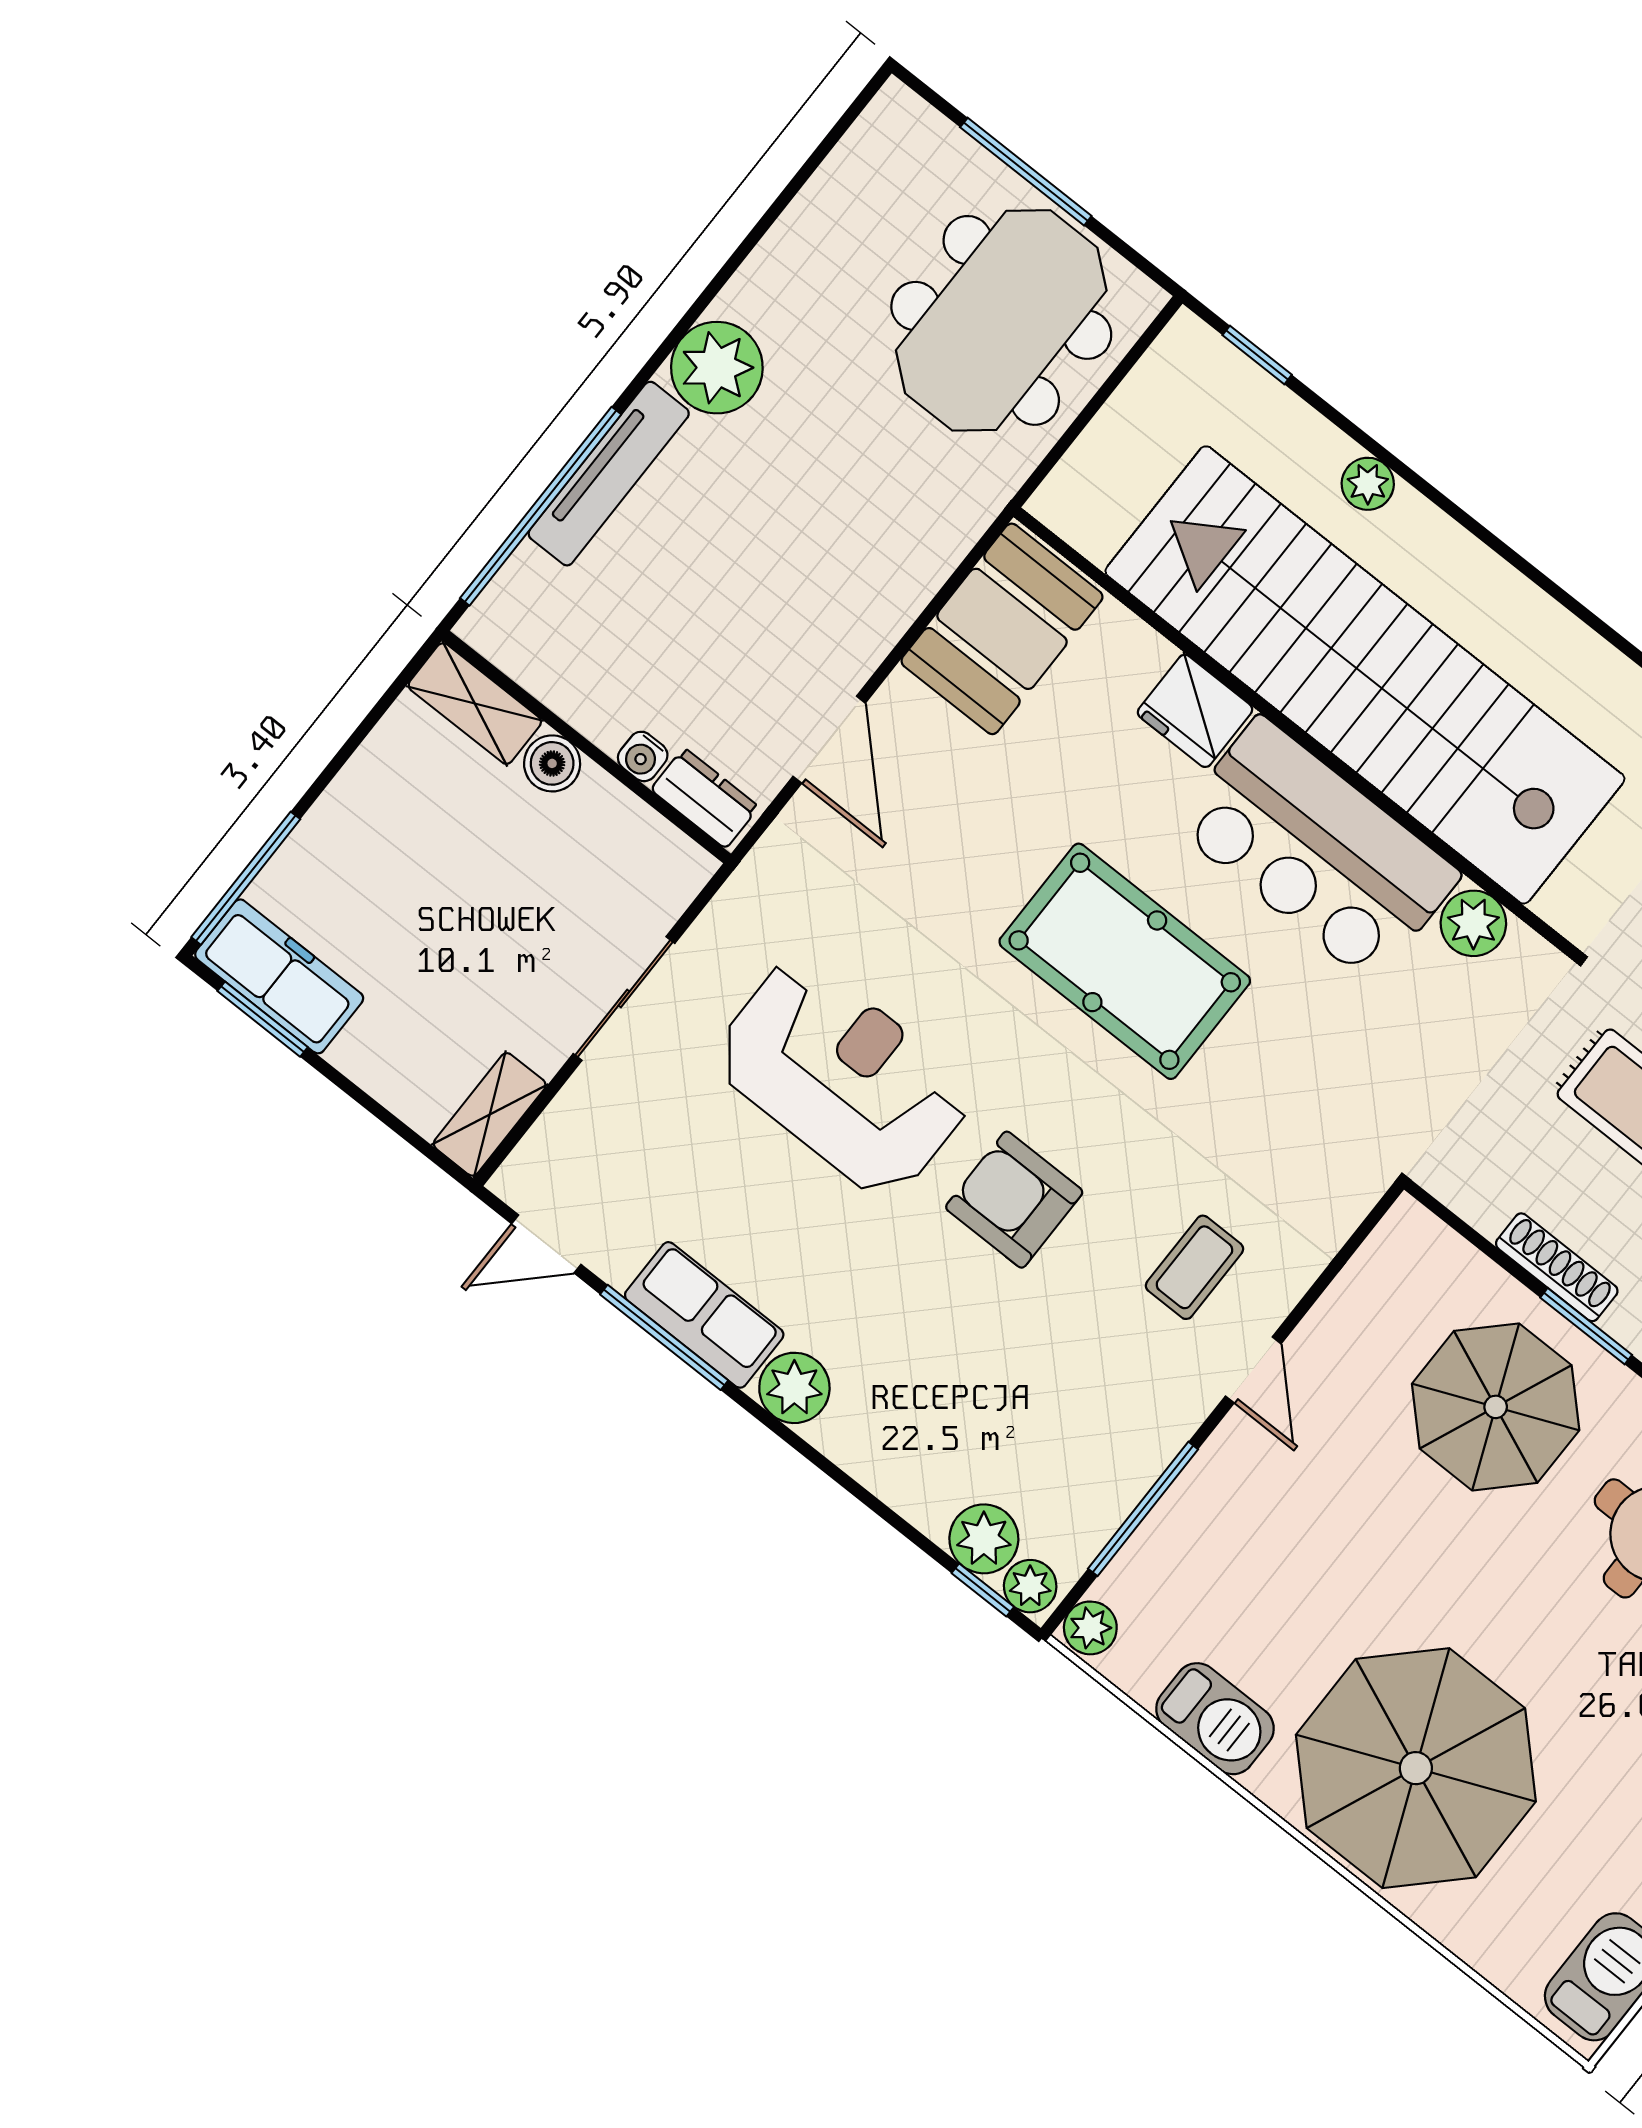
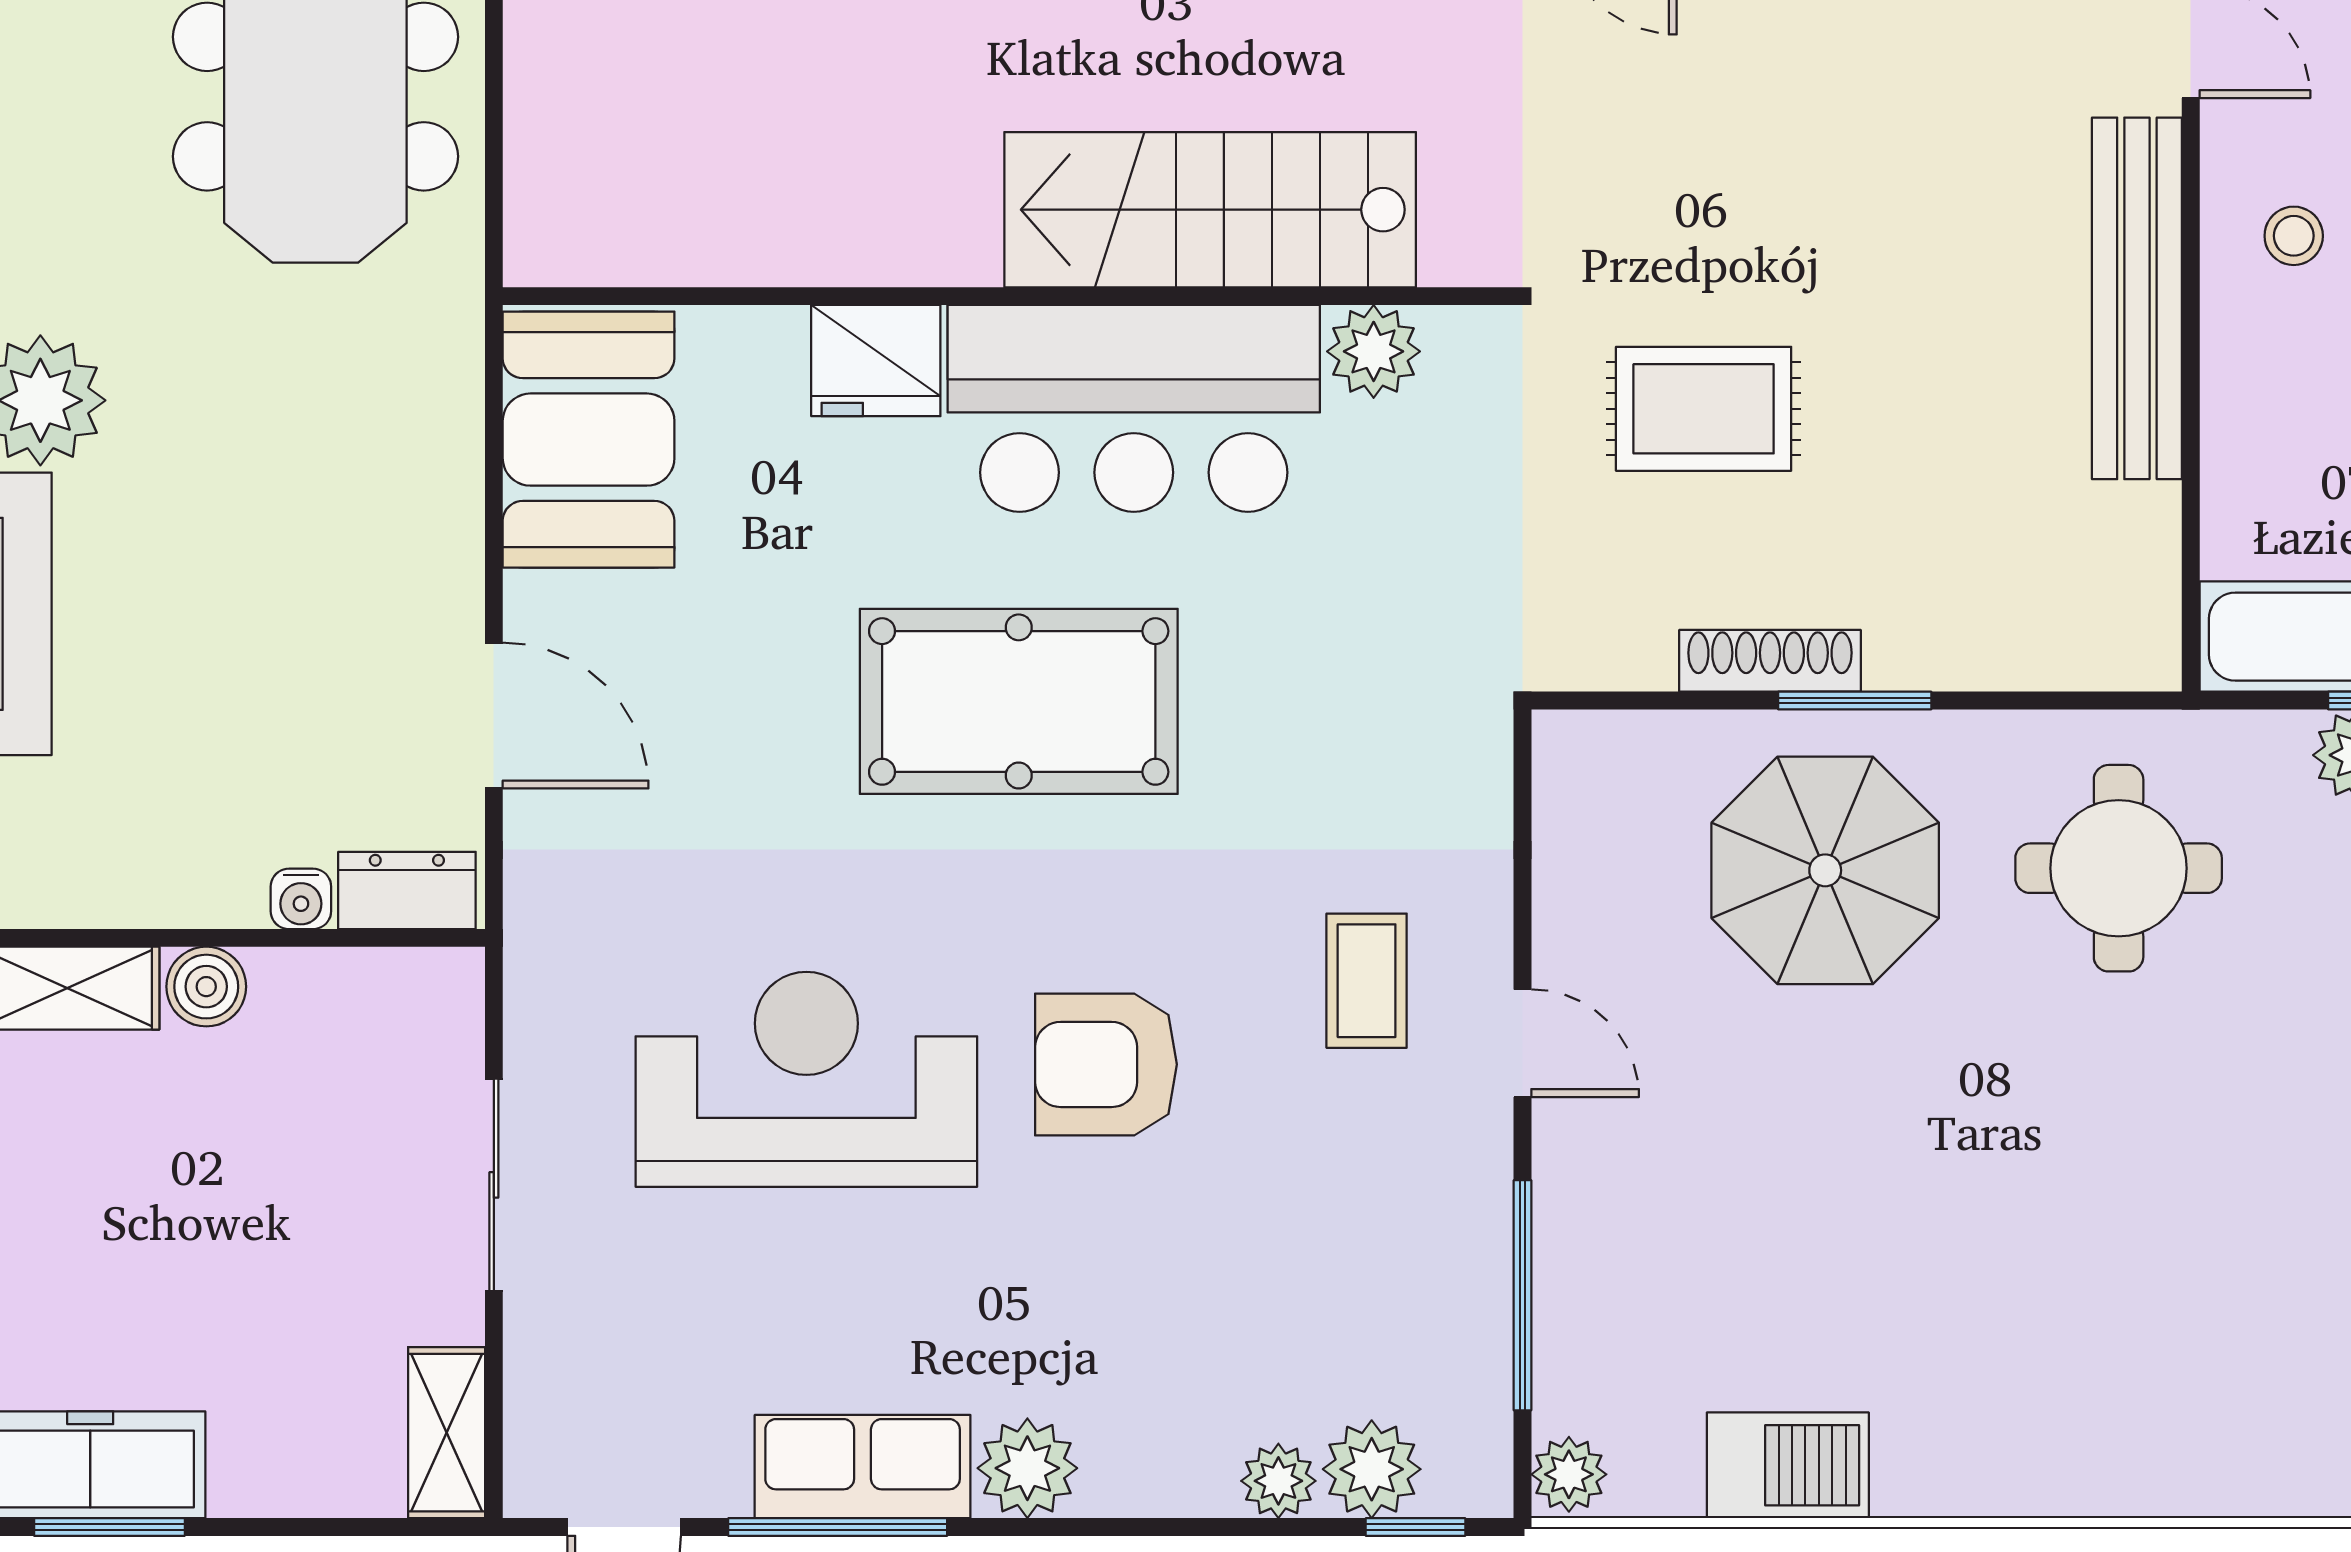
stairs: (1365, 675) -> (1210, 210), width x0.54, depth x0.66
plant: (1030, 1586) -> (1278, 1481), moved
parasol: (1416, 1768) -> (2055, 1343), removed

